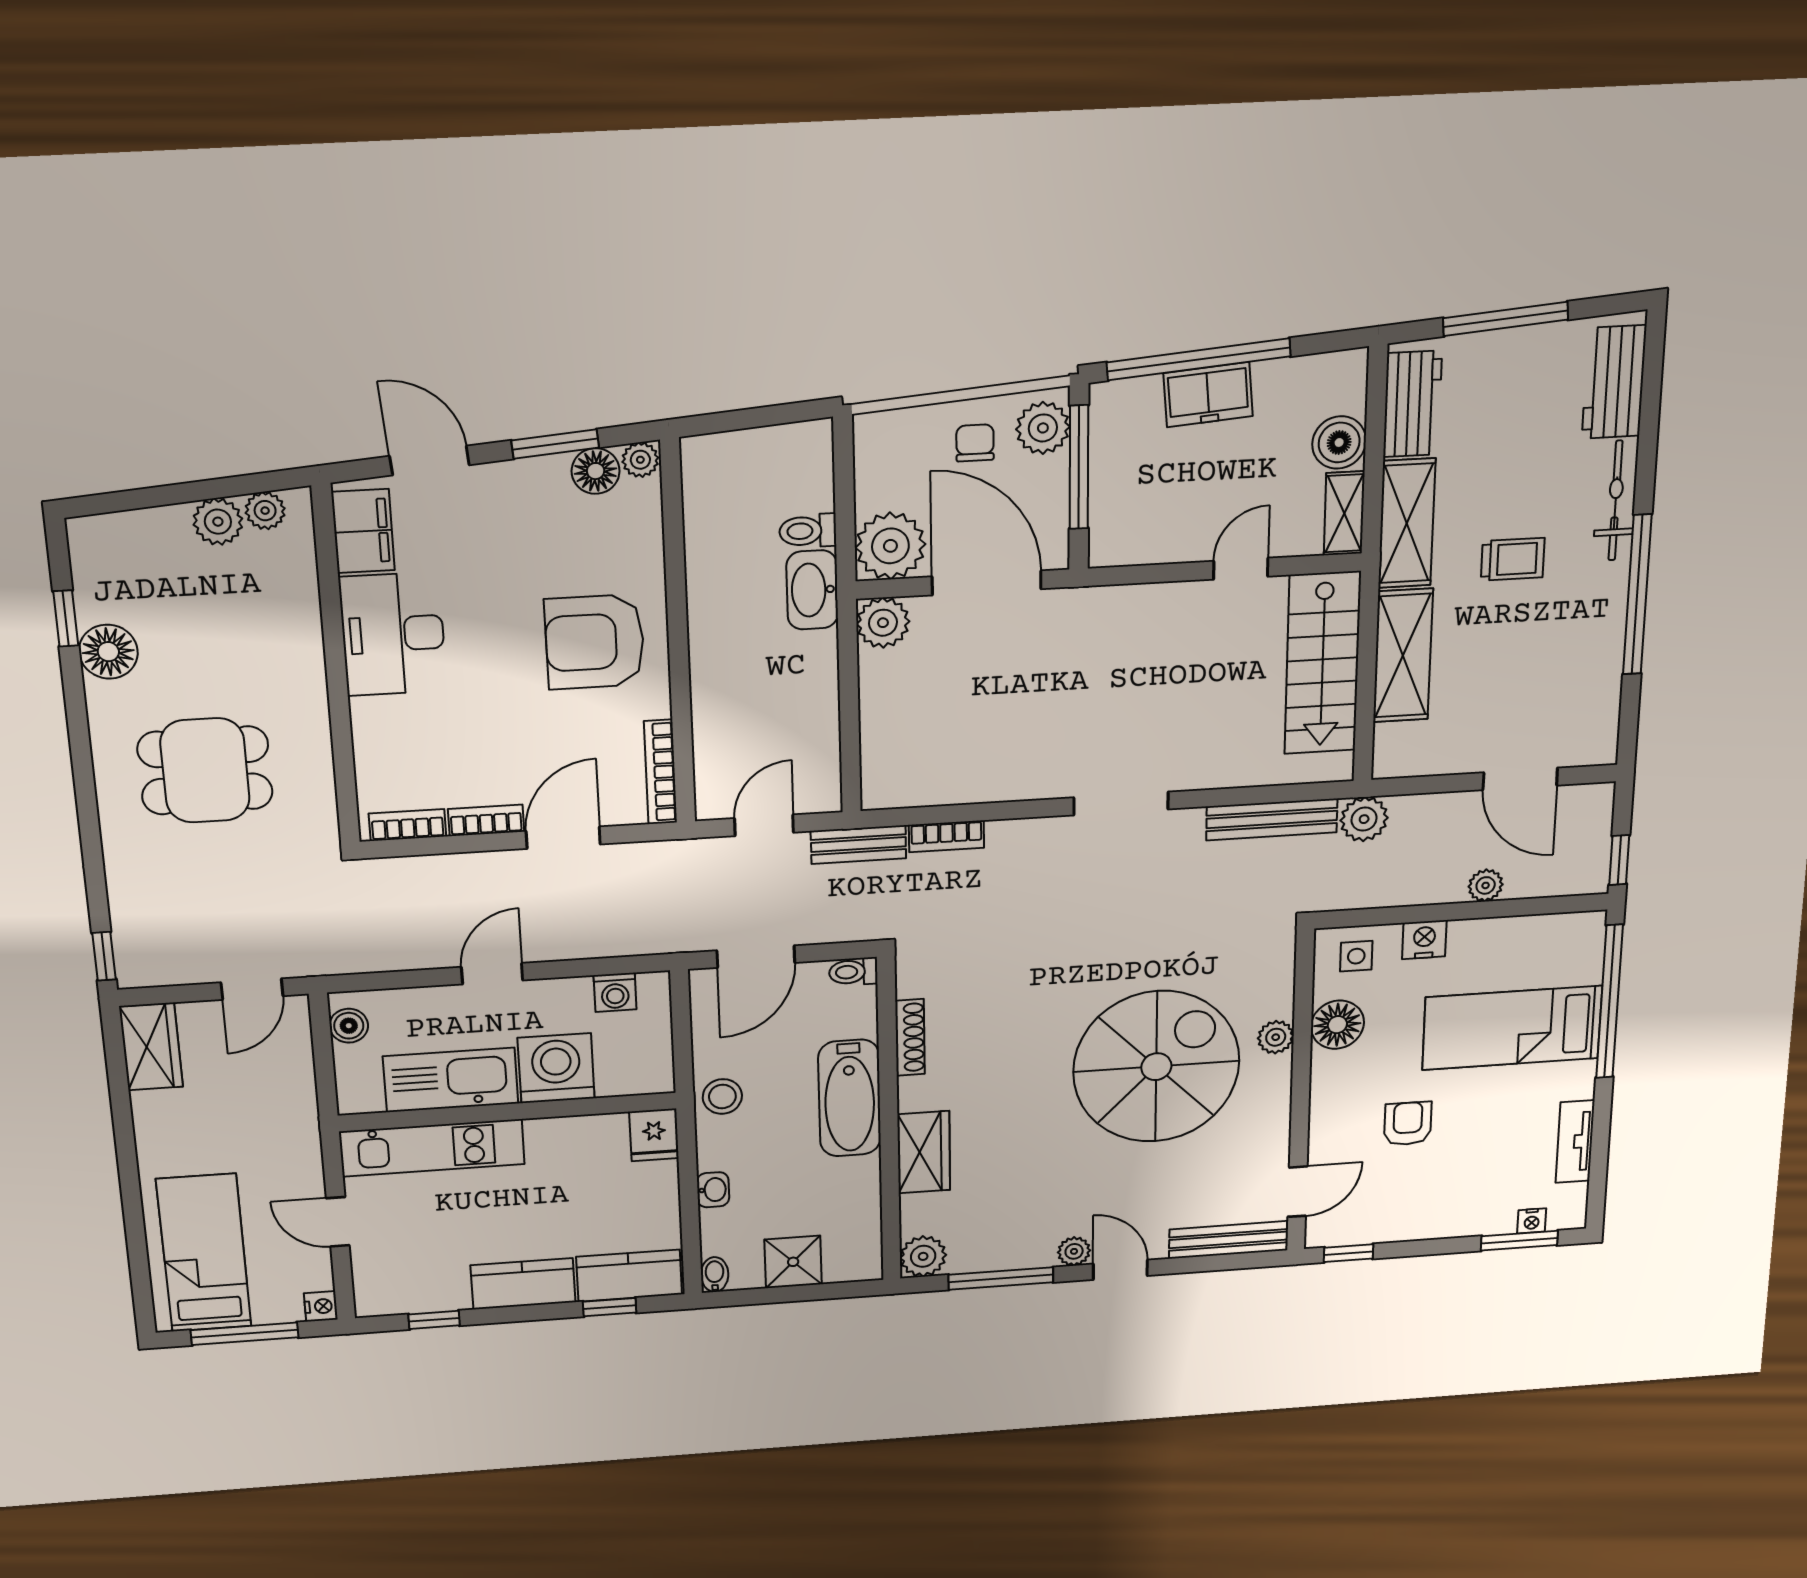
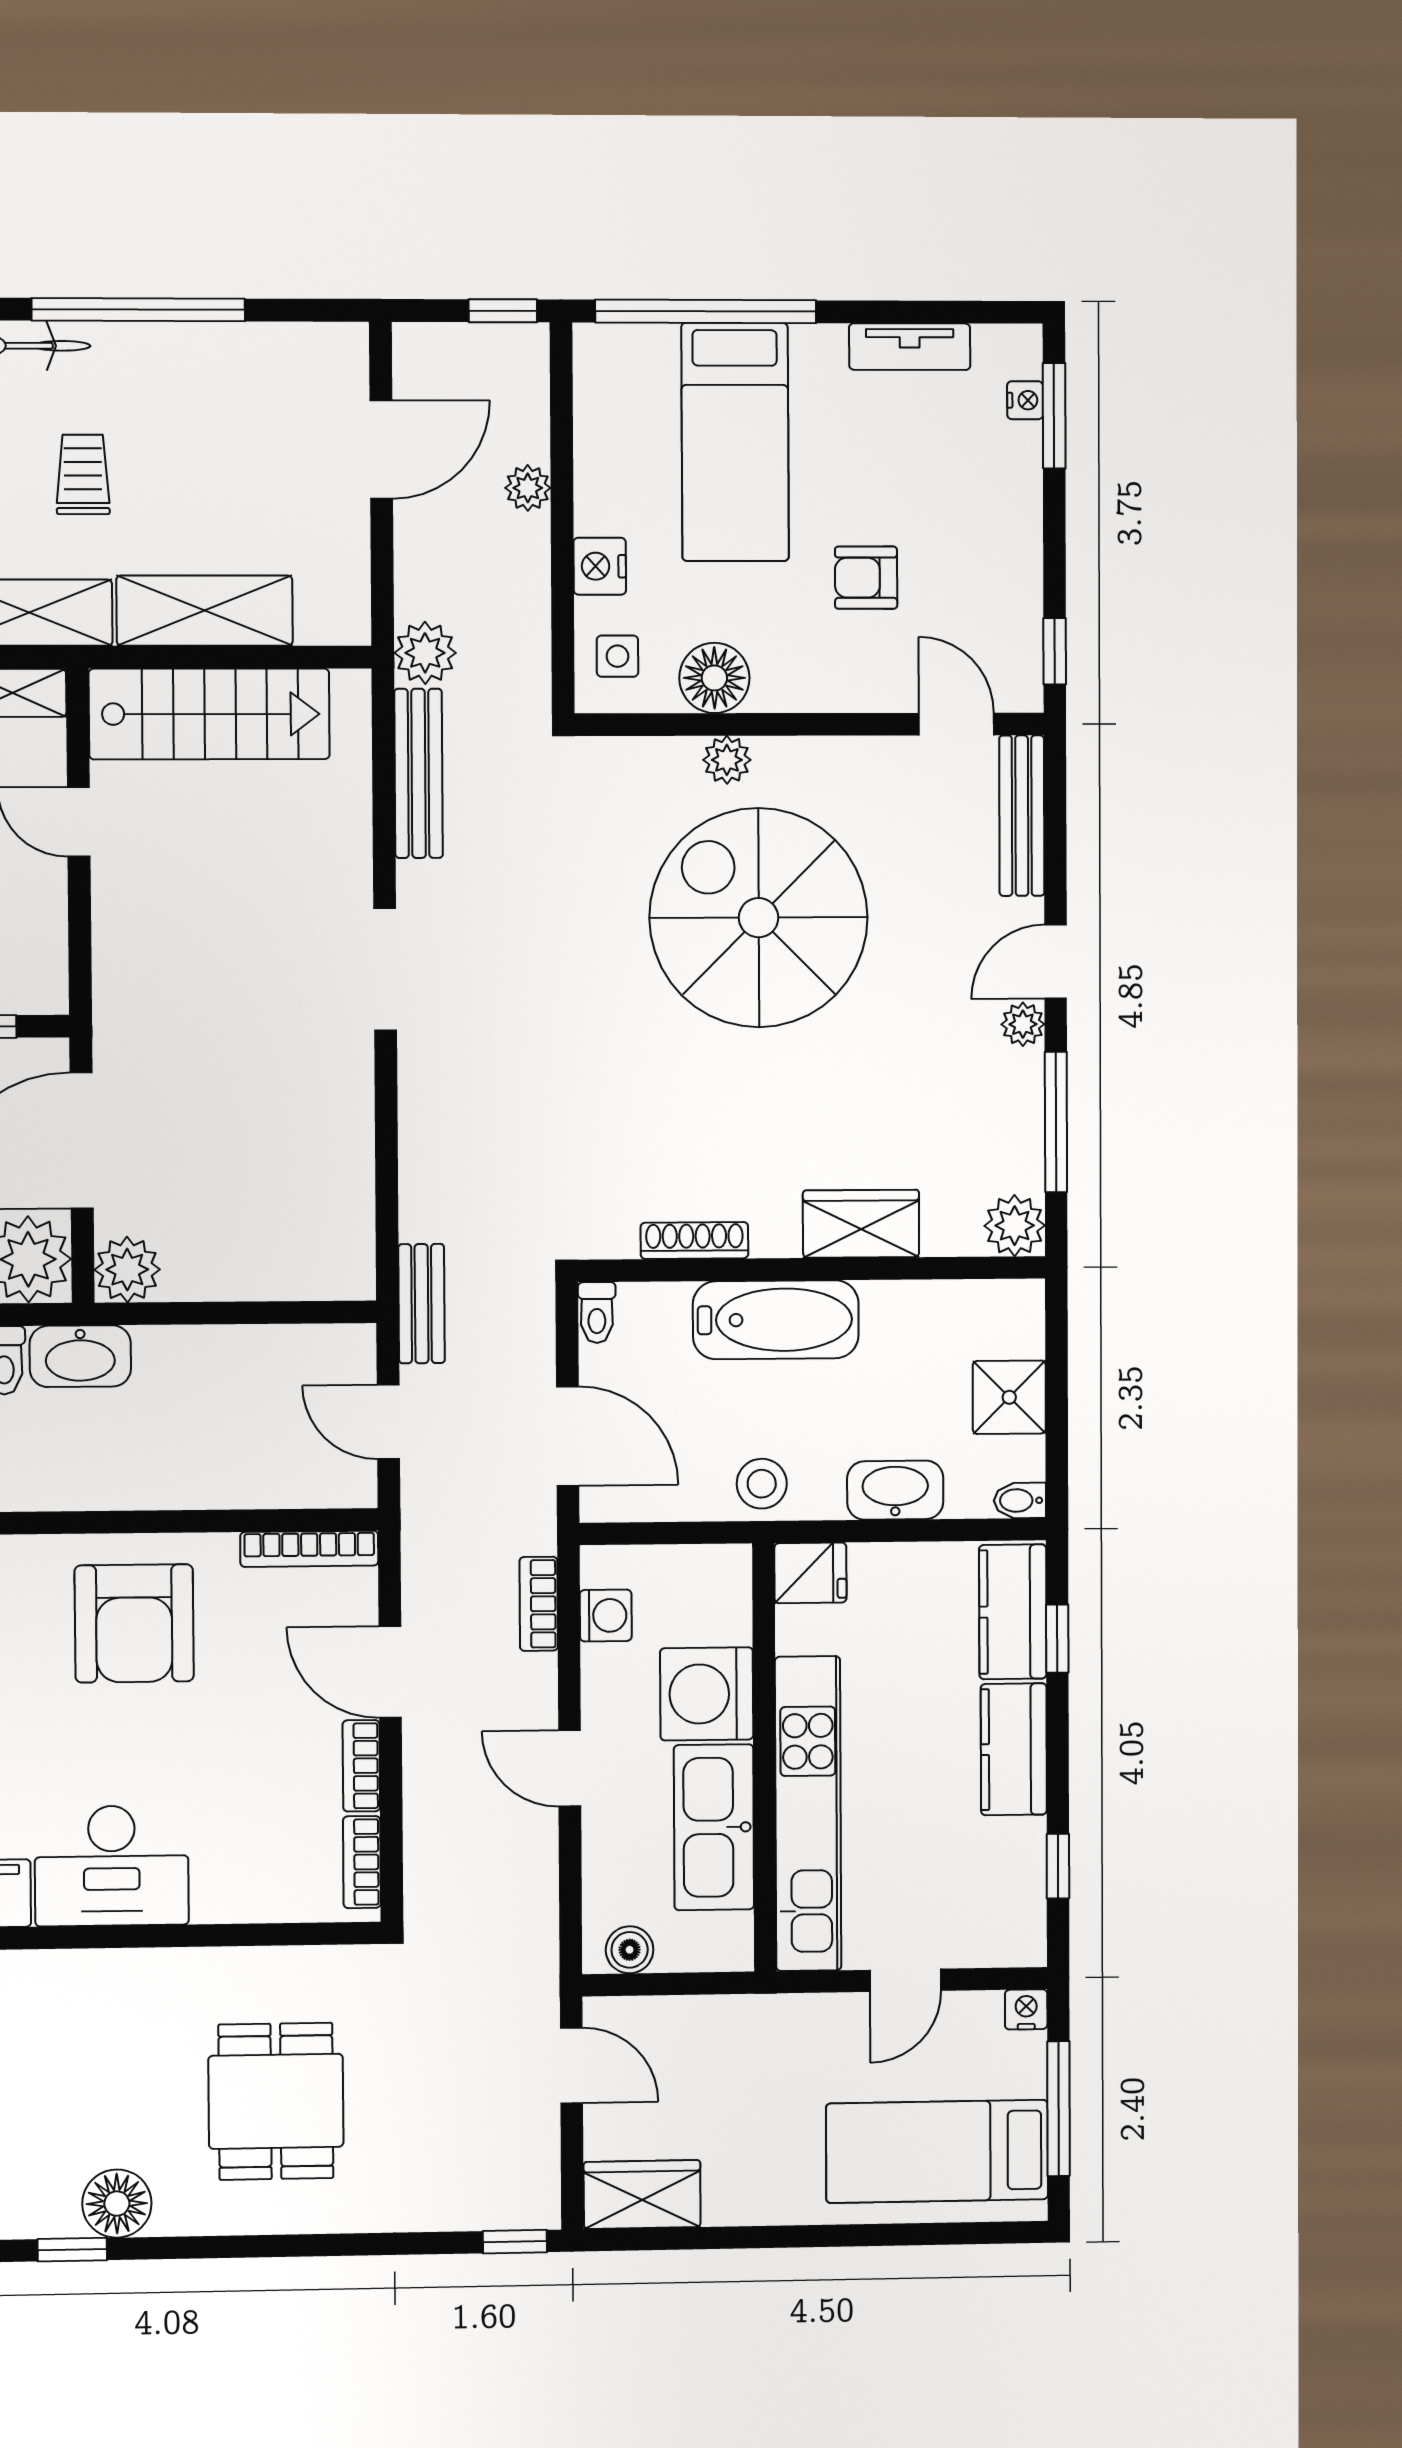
bookcase: (946, 836) -> (539, 1604), moved, turned 180
kitchen unit: (432, 1148) -> (808, 1814), width x1.36
washbasin: (713, 1190) -> (895, 1490), width x1.91, depth x1.45

